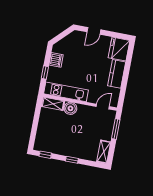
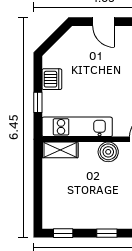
door: (94, 31) -> (103, 22), hinge flipped
boiler: (70, 108) -> (108, 152), moved

